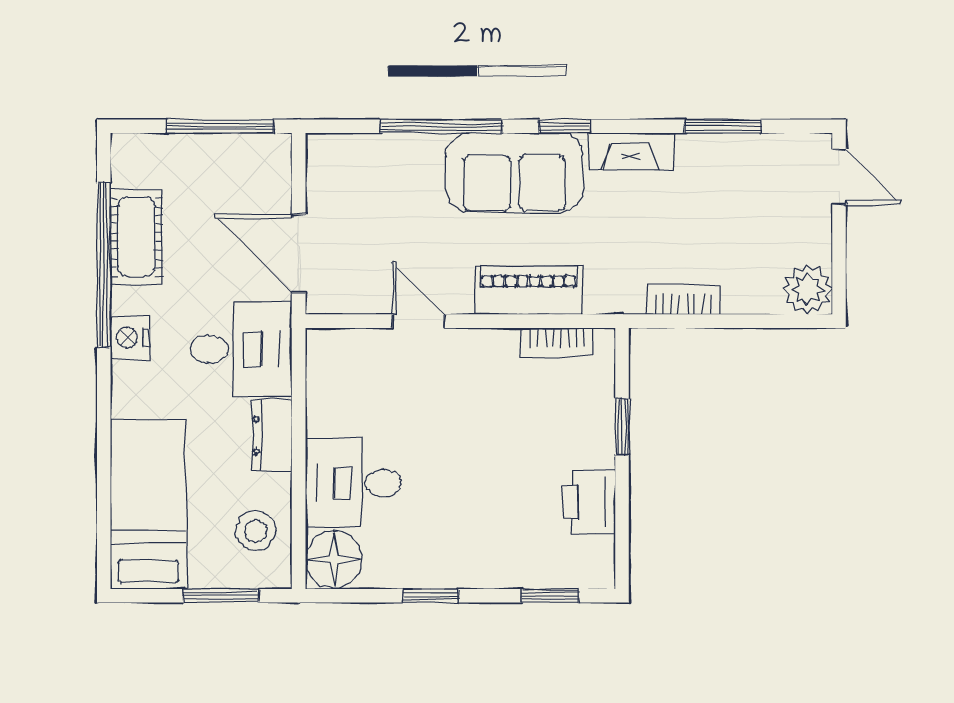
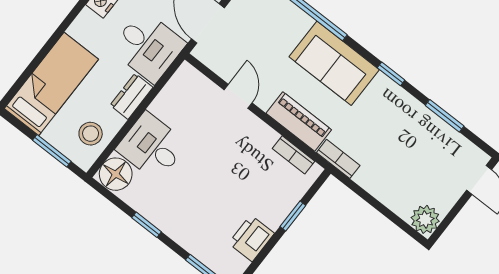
window: (564, 126) -> (391, 74), moved
fireplace: (630, 151) -> (394, 95), removed
bookcase: (683, 300) -> (338, 159), moved

